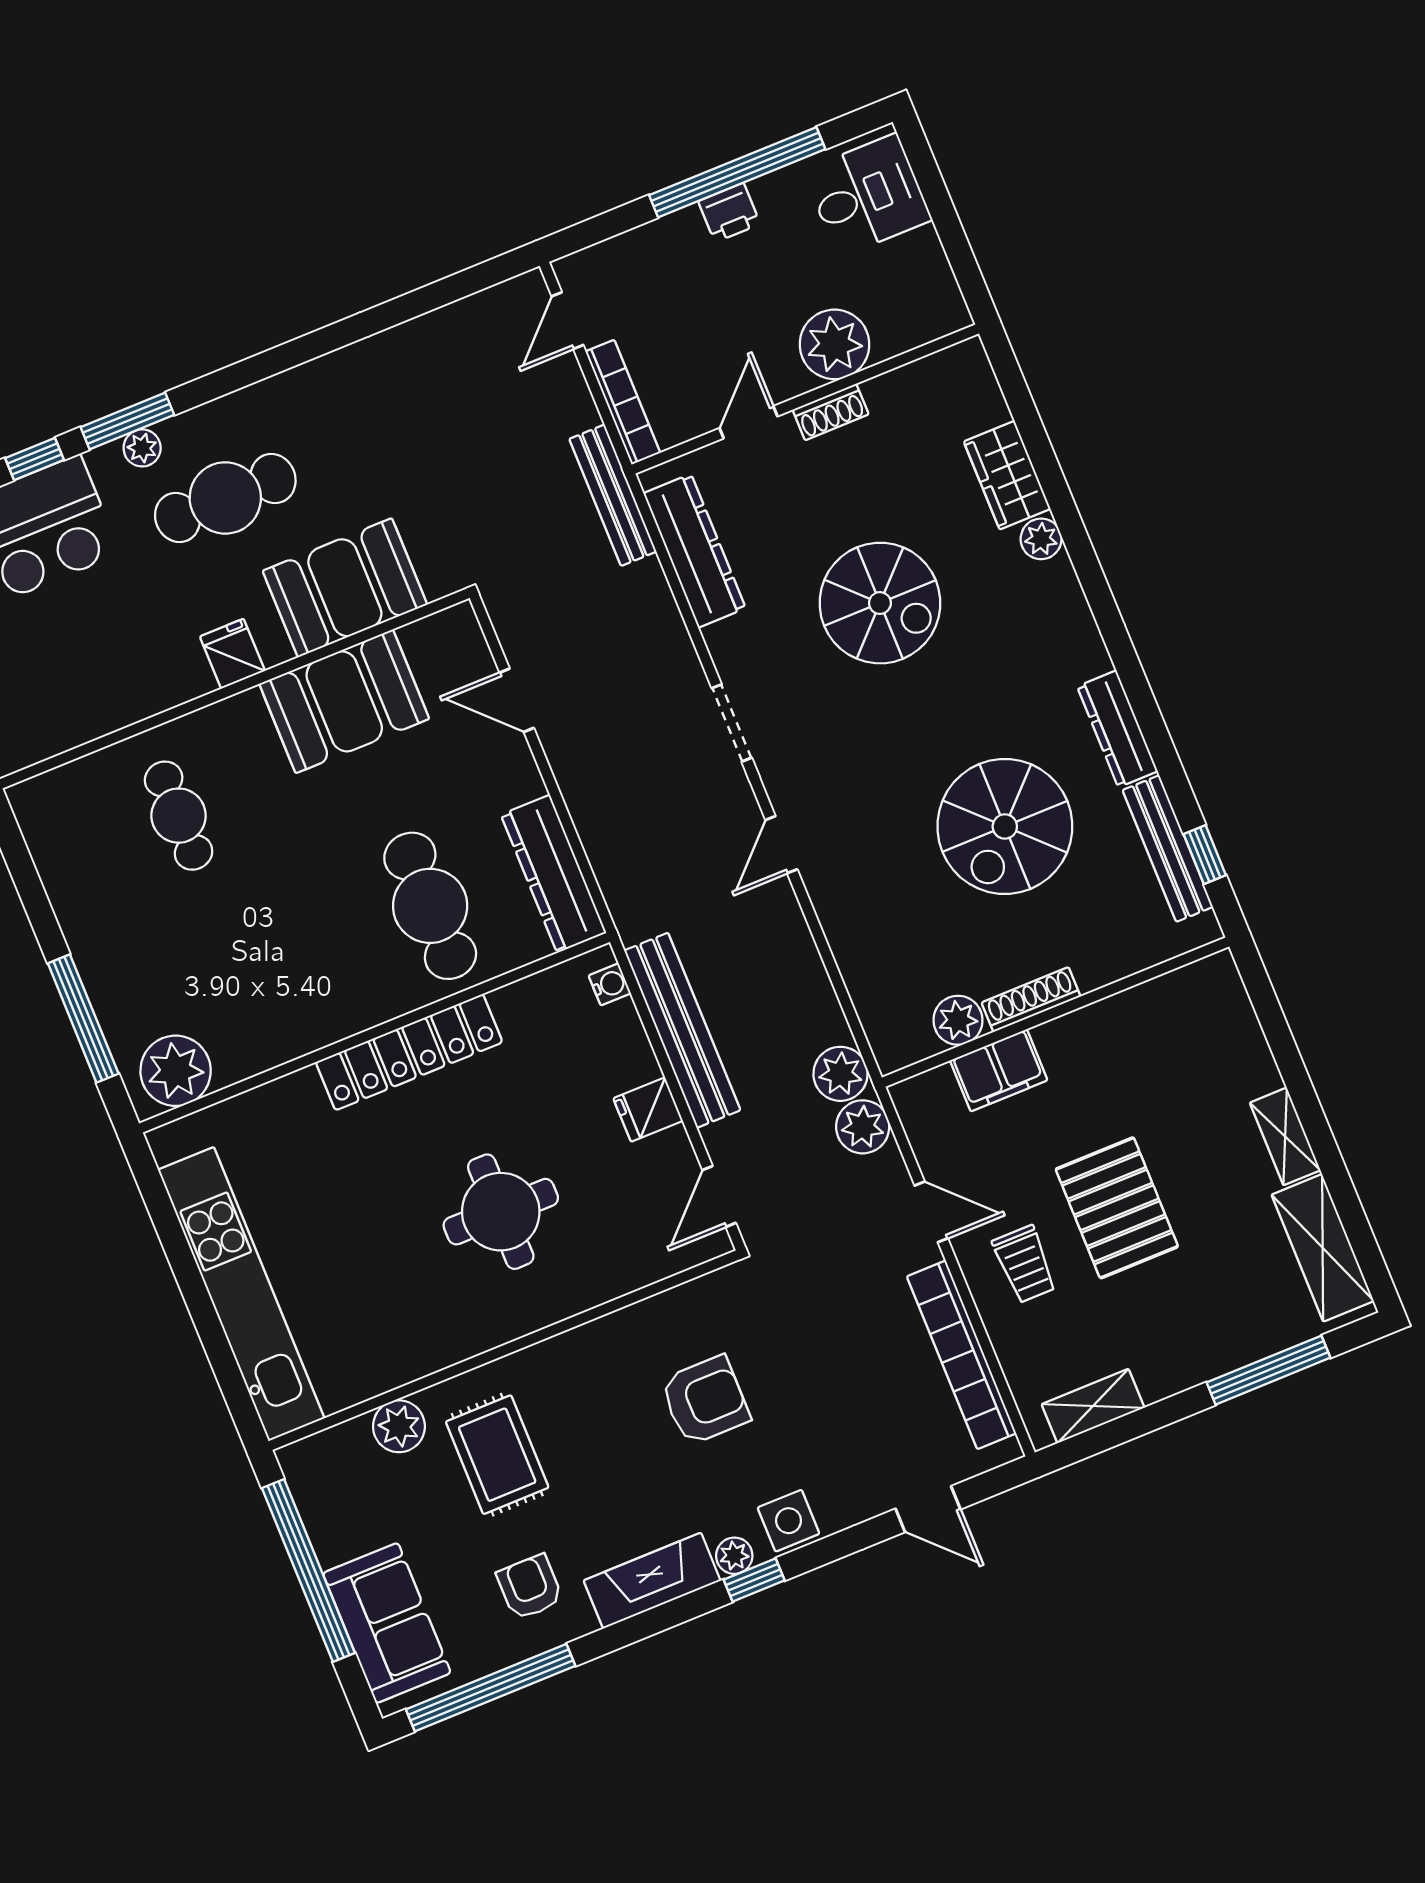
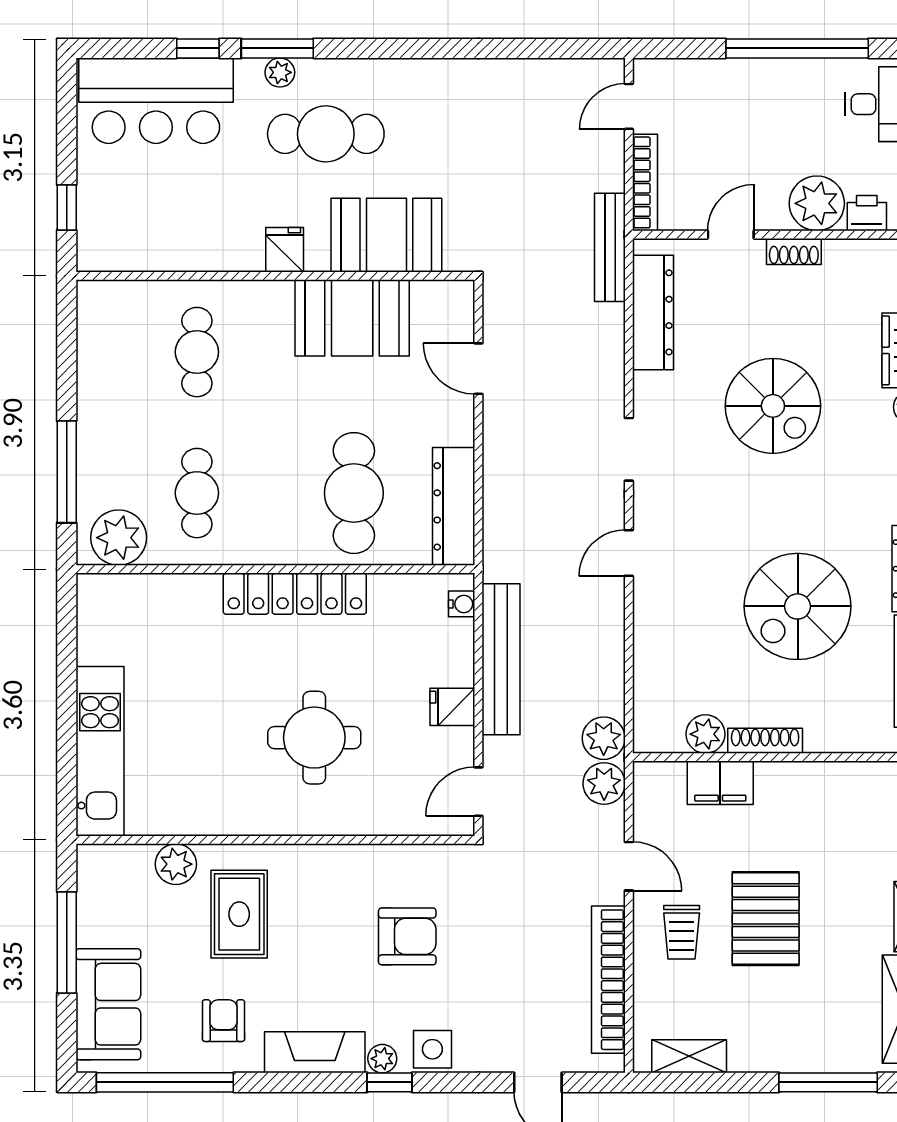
printer: (729, 213) -> (867, 213), moved, turned 180
cafe table: (246, 981) -> (197, 493), added
kitchen unit: (241, 1294) -> (100, 751), width x0.73
window: (308, 1570) -> (67, 942), width x0.68

